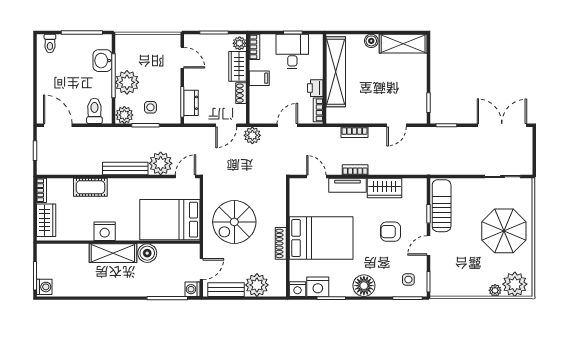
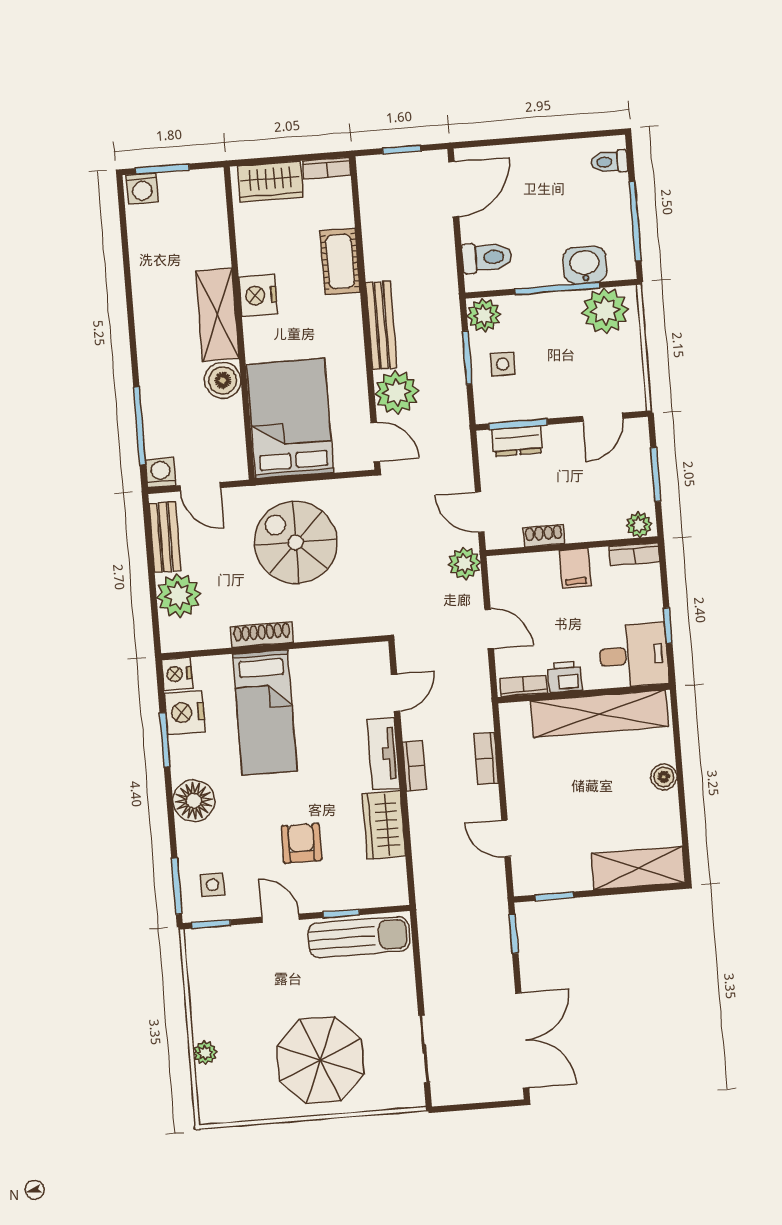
shelving: (403, 44) -> (638, 868), moved, turned 90
desk: (292, 51) -> (634, 655), moved
wardrobe: (237, 66) -> (595, 525), removed
plant: (127, 82) -> (605, 311), moved
bed: (321, 238) -> (265, 712), width x0.67
plant: (515, 284) -> (220, 1089), removed

